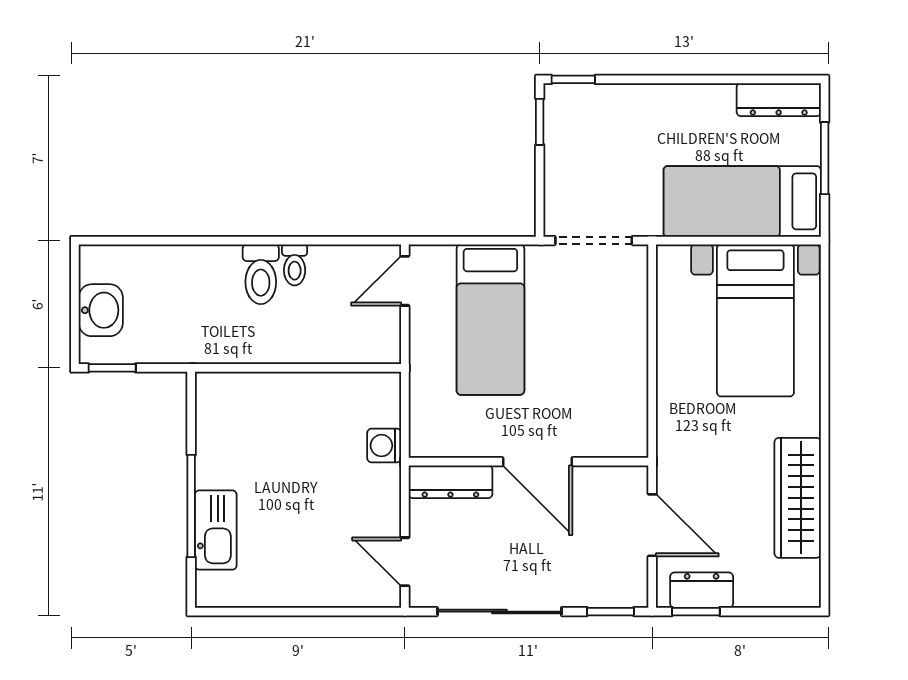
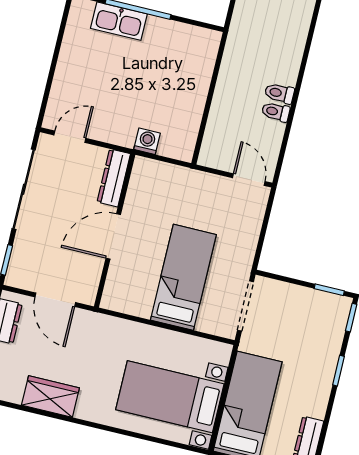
window: (656, 79) -> (338, 371), added
toilet: (261, 274) -> (279, 93), width x0.73, depth x0.72
bed: (490, 320) -> (183, 277), moved, turned 90
wardrobe: (798, 498) -> (50, 397), width x0.67
door: (652, 525) -> (55, 300), hinge flipped

